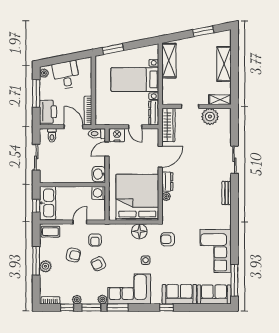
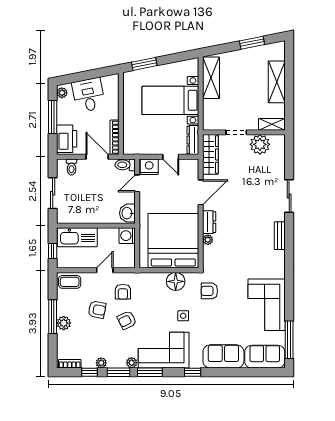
kitchen sink: (48, 203) -> (77, 237), moved, turned 90
window: (167, 307) -> (193, 372), moved

